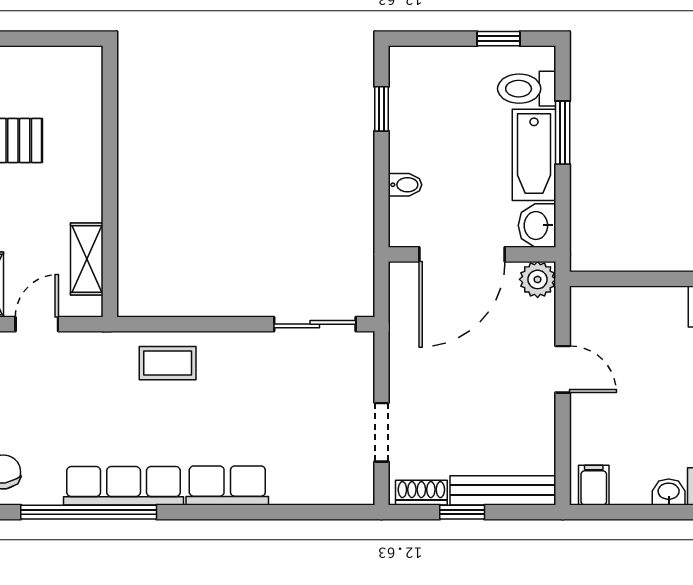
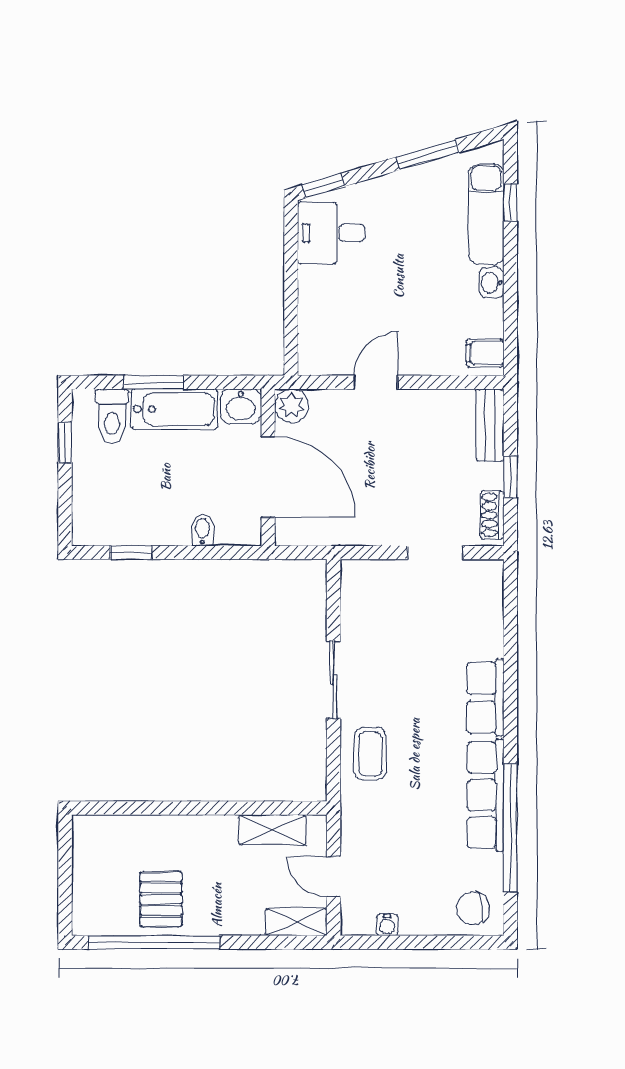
sliding door: (315, 324) -> (334, 680), moved
bench: (503, 490) -> (490, 425), width x0.73

